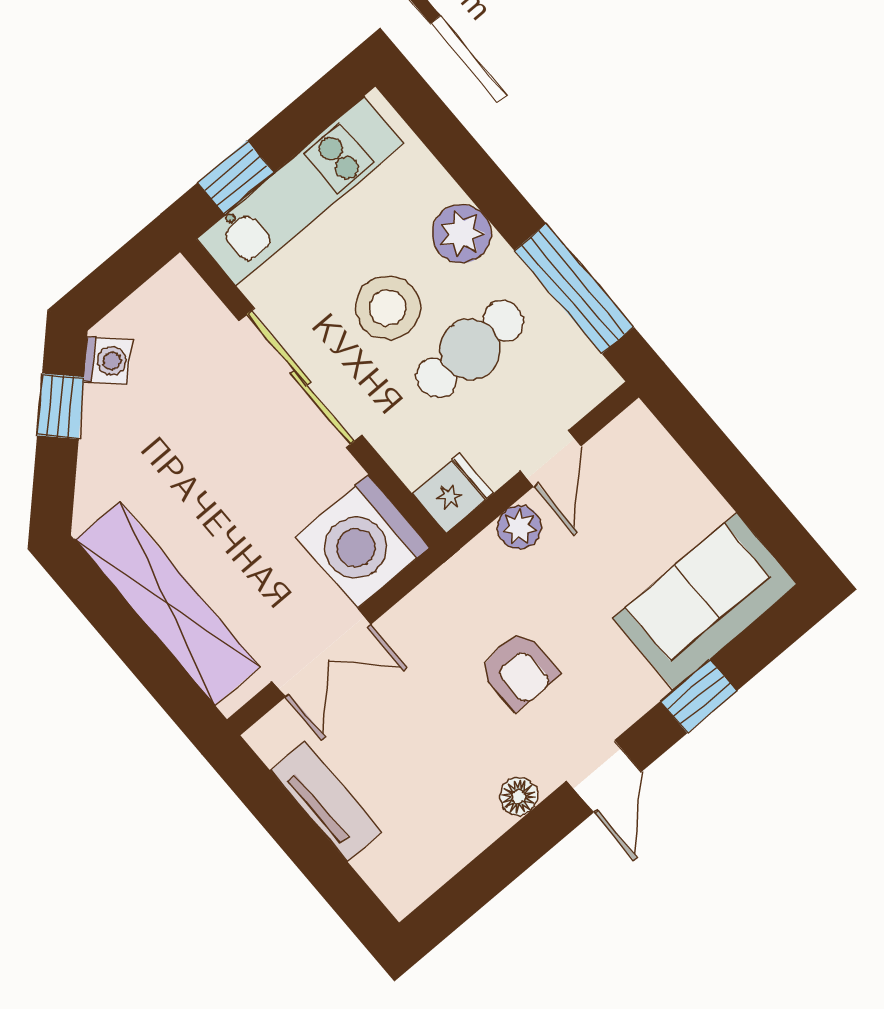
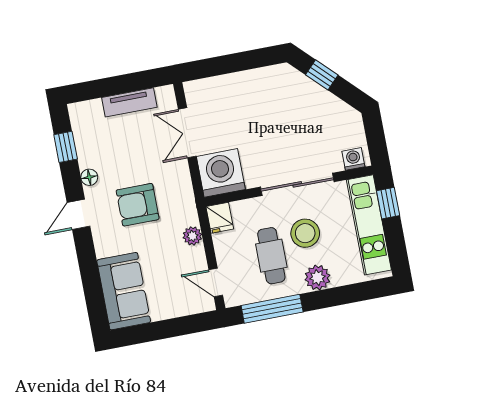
washing machine: (107, 361) -> (353, 159), moved, turned 135
window: (60, 406) -> (322, 75), moved
door: (551, 458) -> (216, 282), moved
shelving: (167, 603) -> (240, 84), removed
armchair: (519, 670) -> (138, 205), width x1.38, depth x1.38
window: (698, 696) -> (66, 147), moved
door: (604, 776) -> (79, 214), hinge flipped

